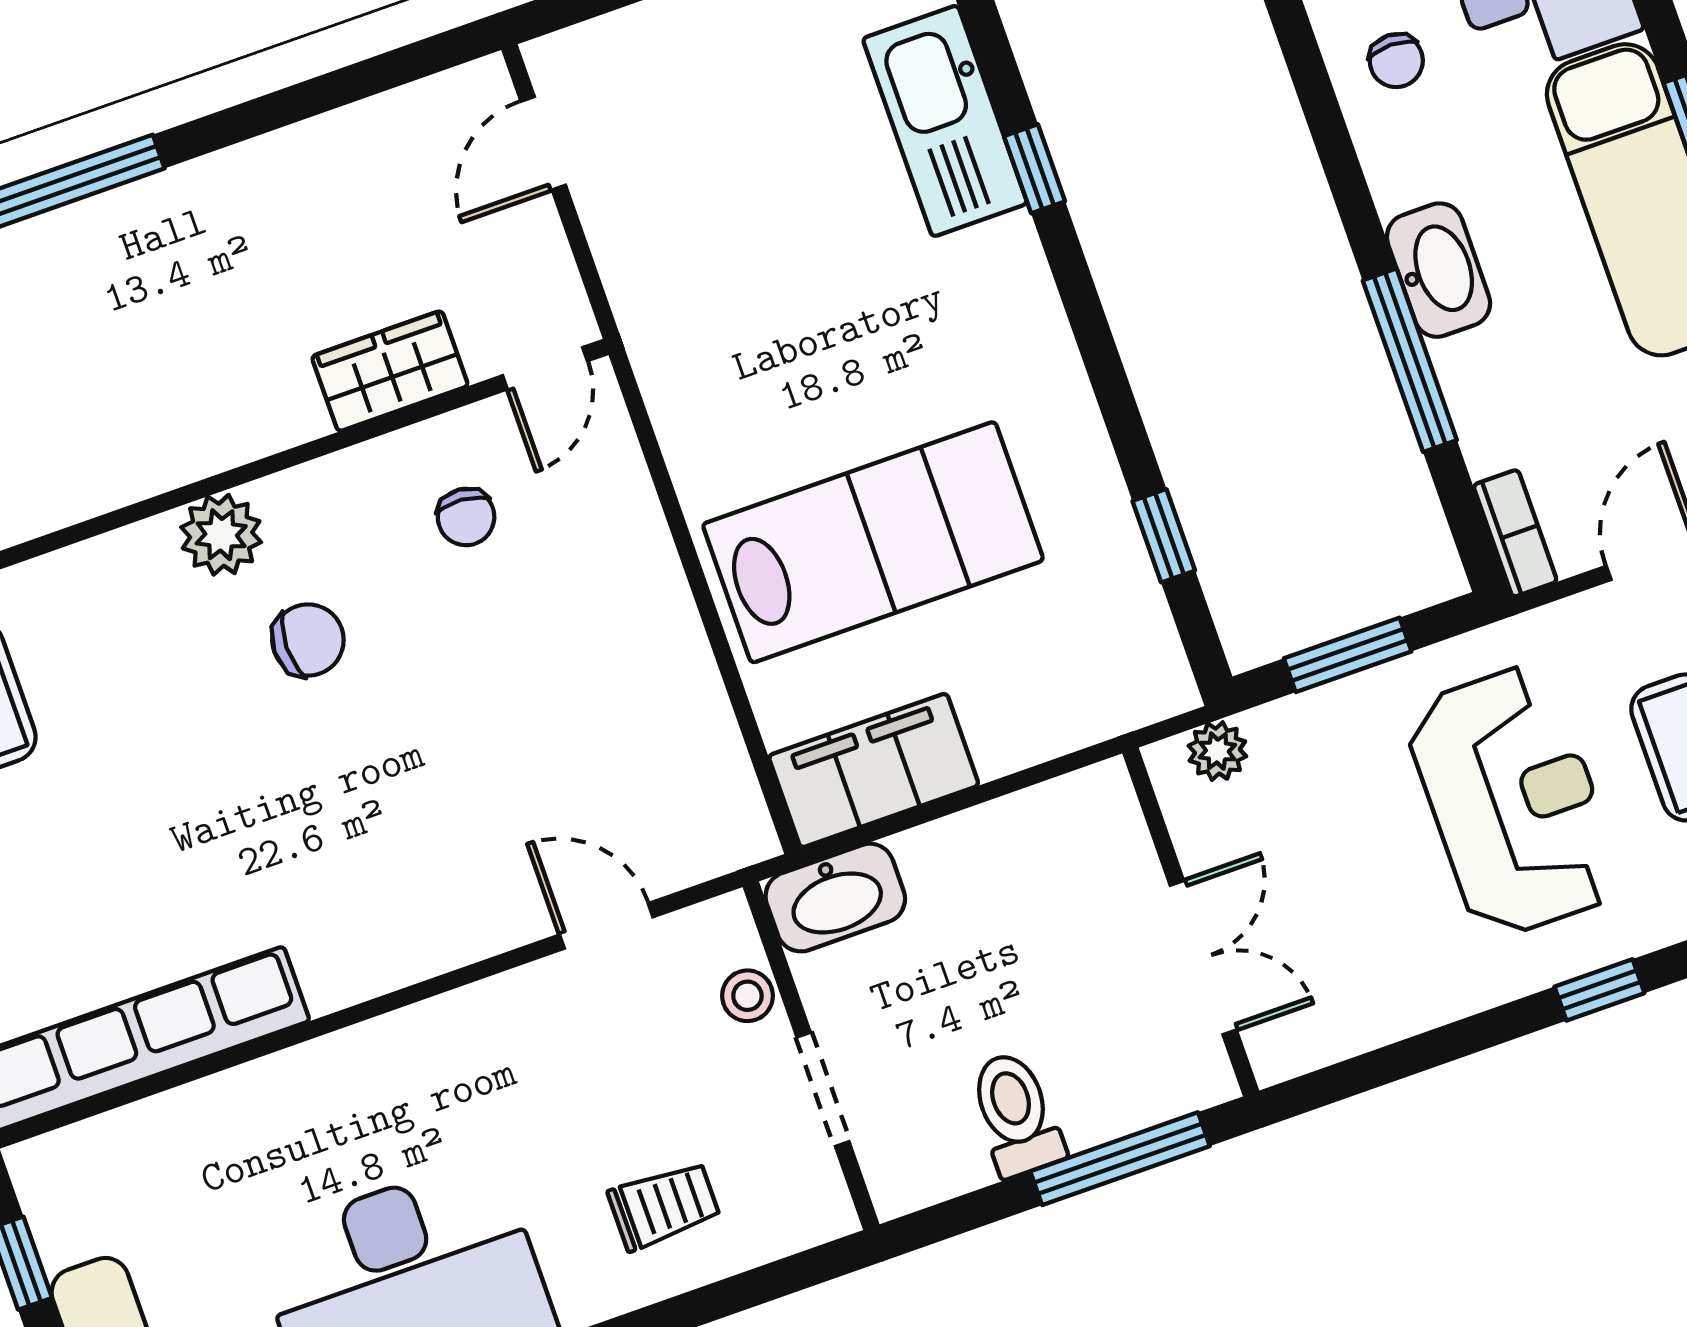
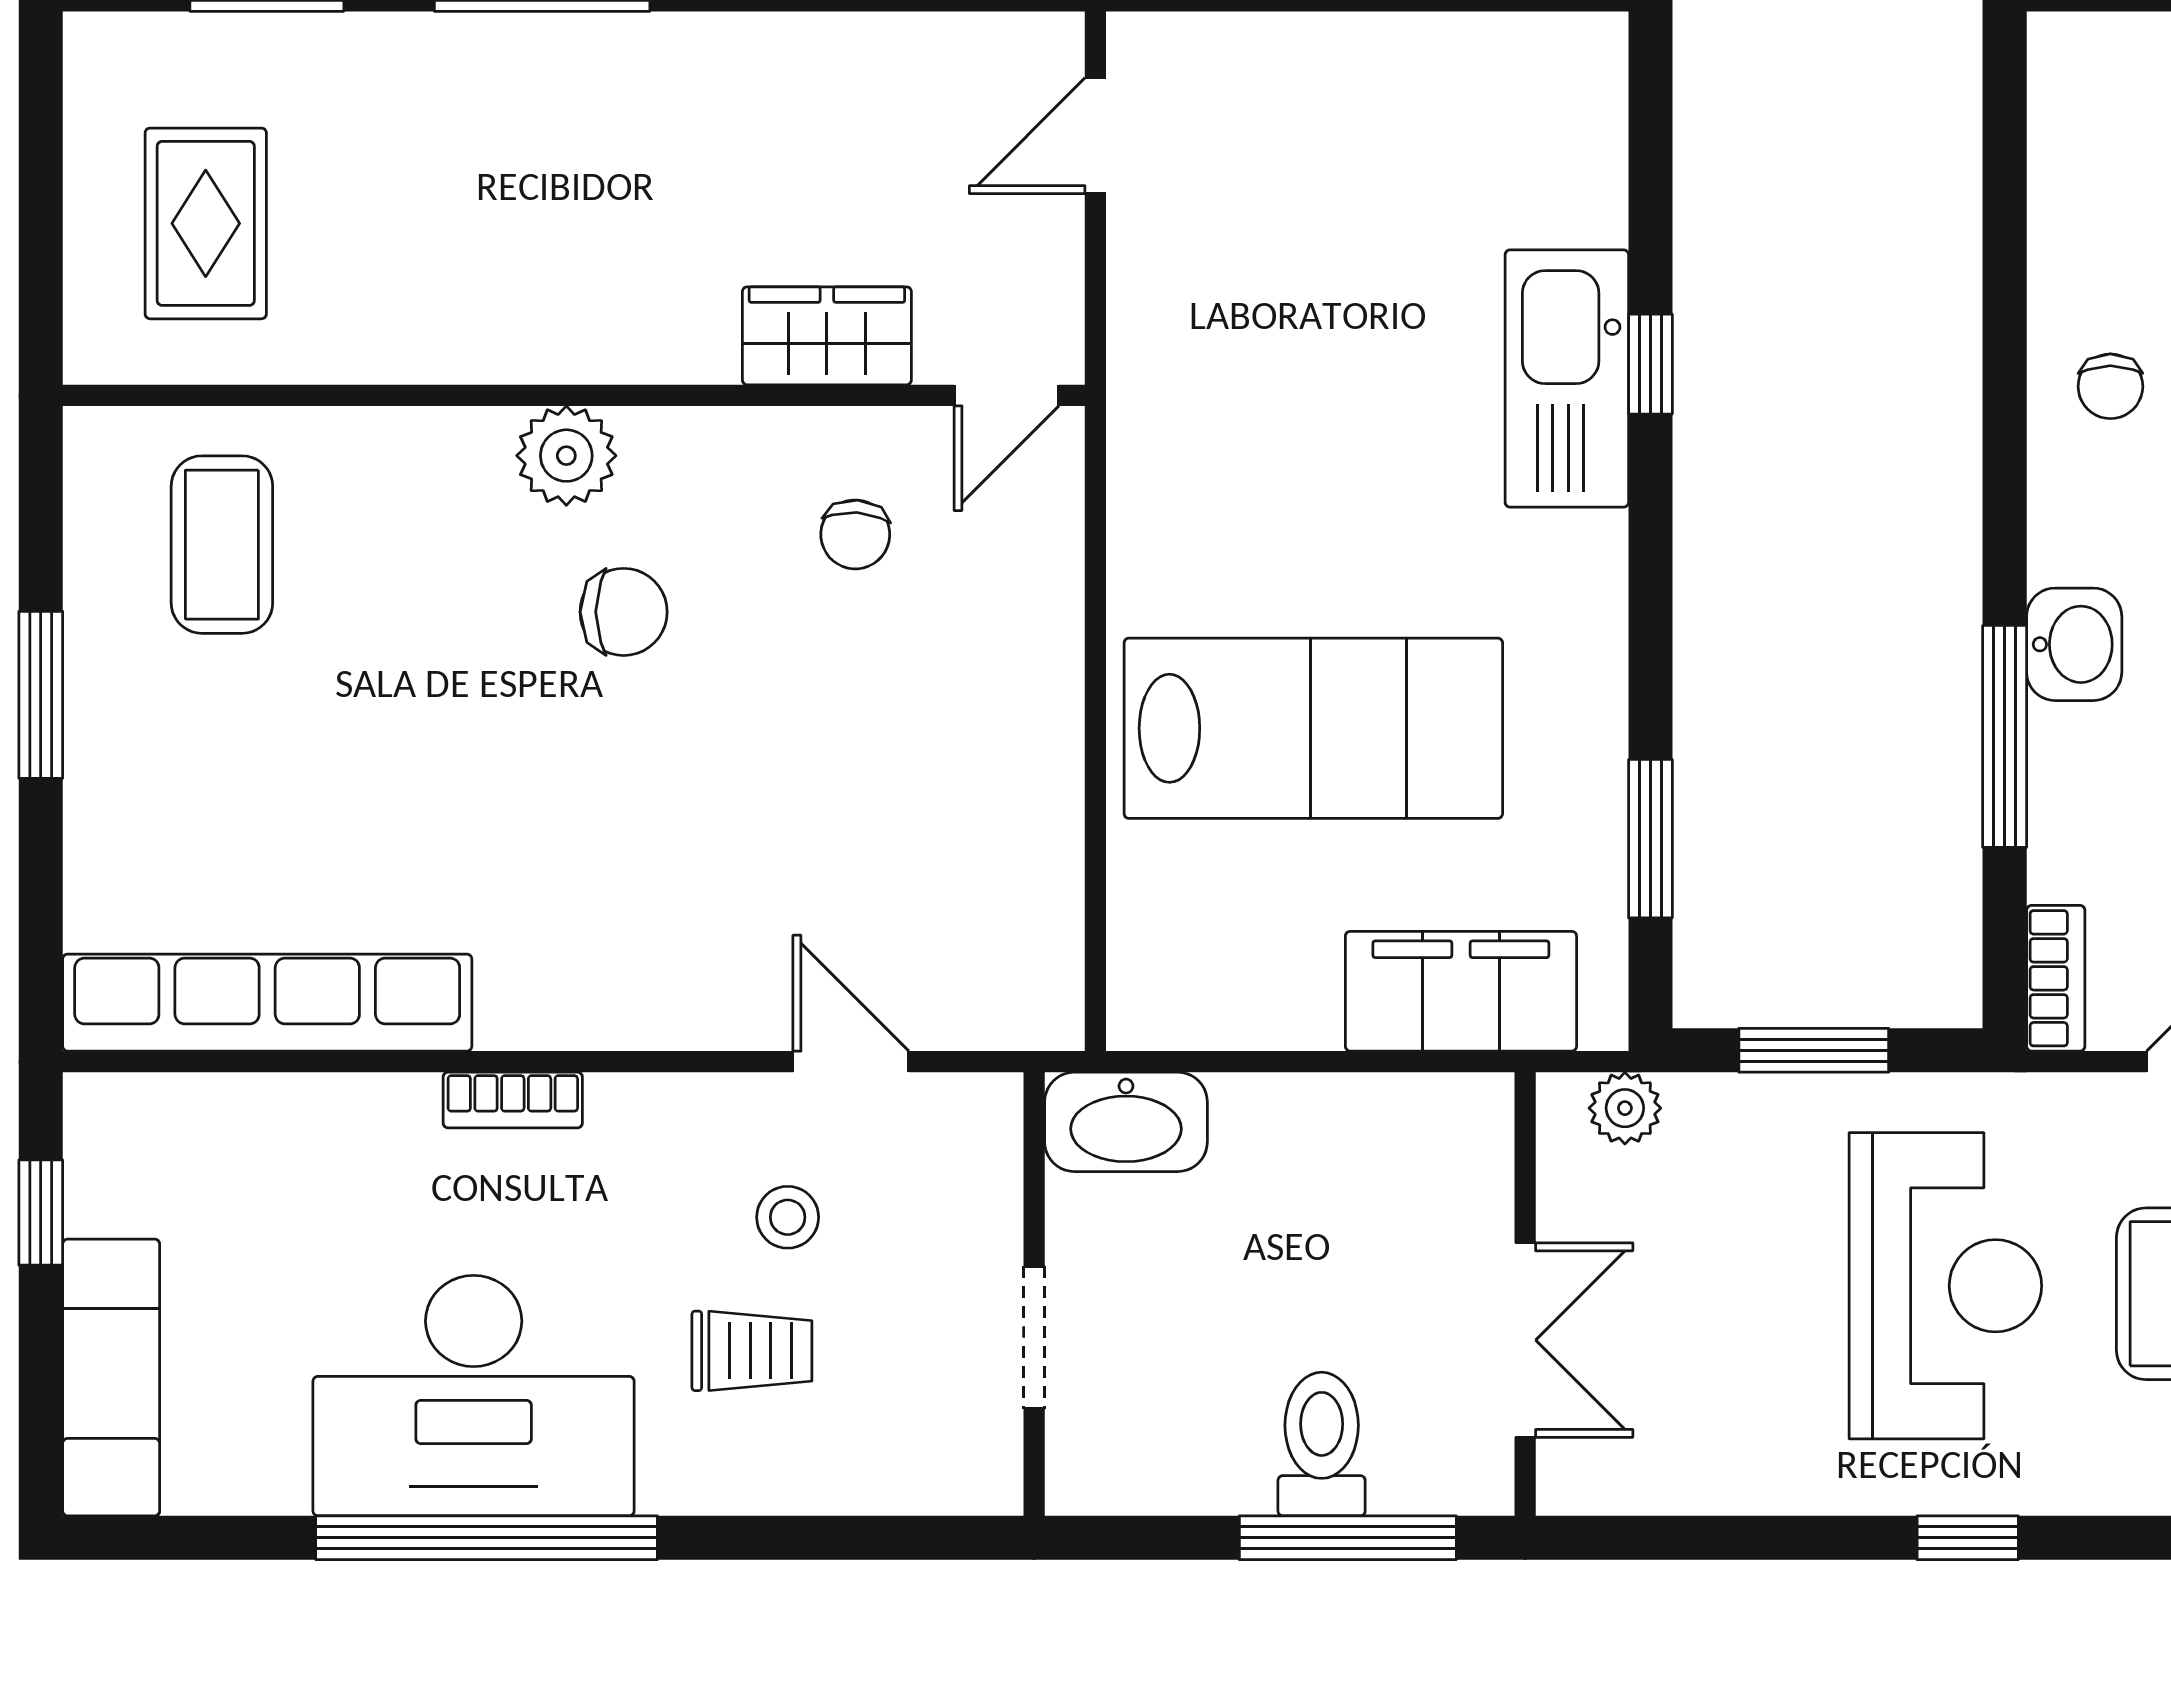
kitchen sink: (945, 121) -> (1567, 379), moved
washbasin: (1438, 270) -> (2074, 644), width x0.72
window: (1164, 536) -> (1650, 839), width x1.50
filing cabinet: (874, 770) -> (1461, 991), moved
stool: (747, 996) -> (788, 1217), moved
bookcase: (355, 1048) -> (513, 1100), added
toilet: (1016, 1114) -> (1322, 1444), moved
trolley: (664, 1206) -> (752, 1351), moved

